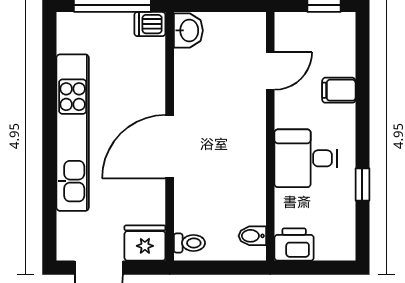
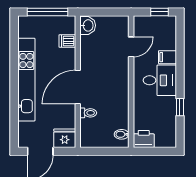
dishwasher: (150, 24) -> (67, 41), moved
desk: (306, 158) -> (160, 80), moved, turned 180
toilet: (189, 243) -> (88, 113), moved

